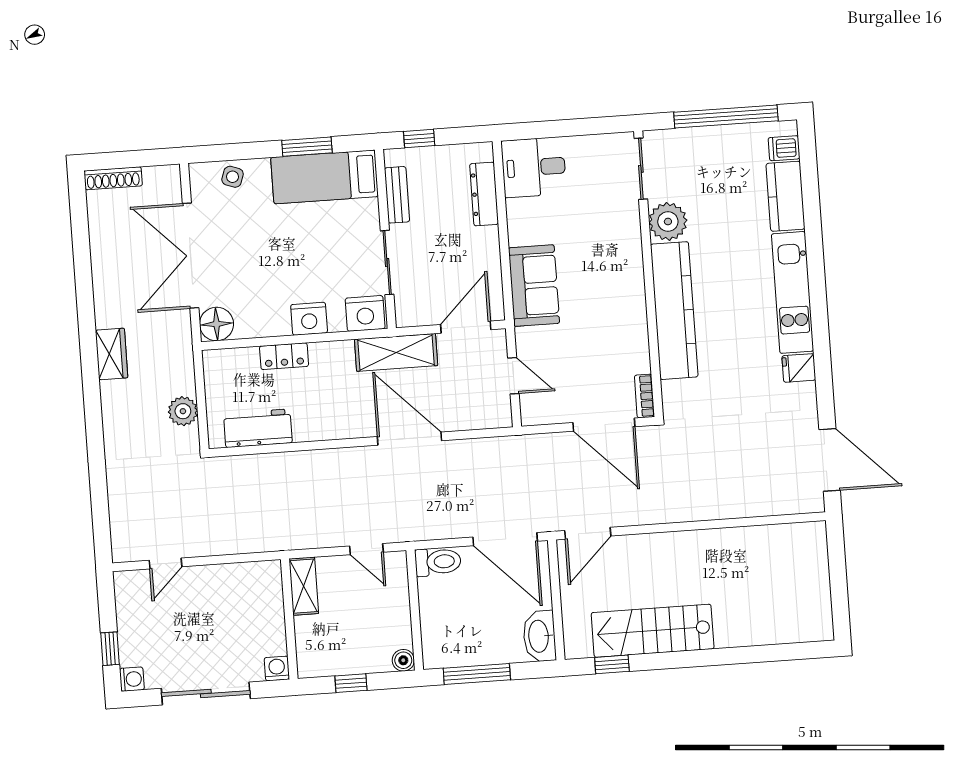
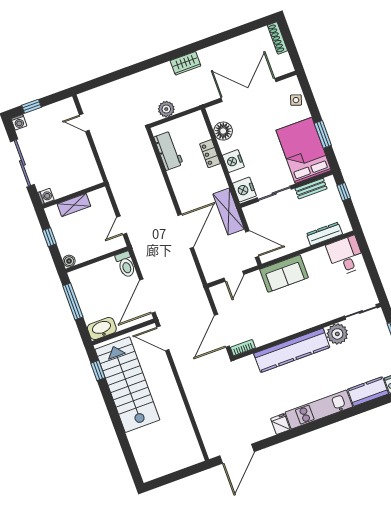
bed: (325, 177) -> (304, 150), width x1.50
floor lamp: (217, 324) -> (223, 131), moved
shelving: (304, 586) -> (74, 205), moved
stairs: (653, 631) -> (127, 385), width x1.36, depth x1.51

